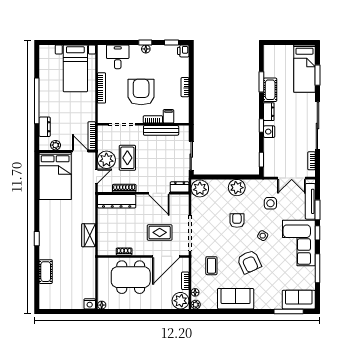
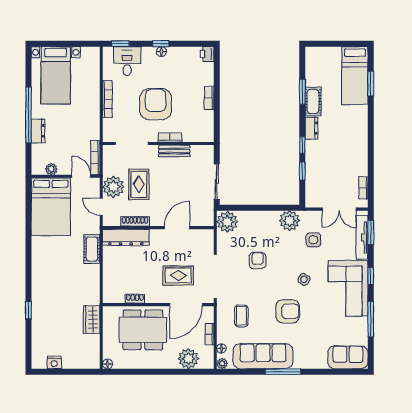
window: (172, 42) -> (120, 44), moved
bed with nightstands: (75, 68) -> (56, 75), moved
filing cabinet: (168, 116) -> (189, 134), removed
sliding door: (317, 126) -> (371, 145), removed
dresser: (45, 127) -> (38, 131), moved
bench: (161, 130) -> (174, 151), width x0.73
nightstand: (269, 132) -> (312, 152), removed
window: (261, 160) -> (302, 171), moved
door: (96, 176) -> (101, 207), swing flipped
dresser: (180, 187) -> (203, 220), removed
plant: (237, 188) -> (290, 221), moved
door: (159, 193) -> (177, 228), swing flipped
window: (317, 210) -> (371, 232), moved
armchair: (237, 220) -> (258, 261), moved
wardrobe: (89, 235) -> (92, 320), moved
window: (37, 239) -> (28, 310), moved
armchair: (249, 262) -> (288, 311), turned -66
cot: (46, 272) -> (92, 249), moved
sofa: (236, 299) -> (263, 356), width x1.36
plant: (180, 301) -> (188, 359), moved
nightstand: (90, 304) -> (54, 363), moved
window: (289, 311) -> (283, 372), moved

